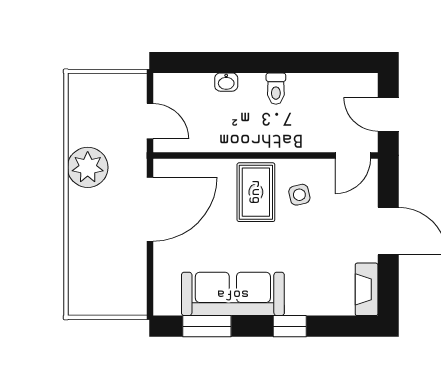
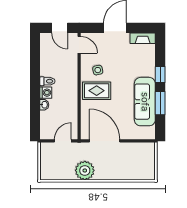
washing machine: (252, 85) -> (46, 93), added
door: (388, 114) -> (60, 28), hinge flipped
window: (207, 326) -> (160, 103), moved

